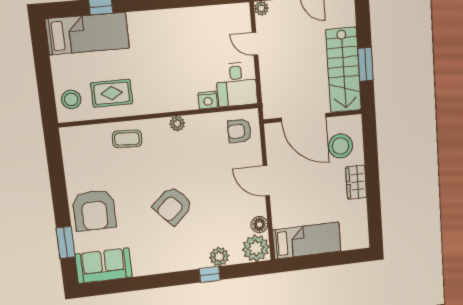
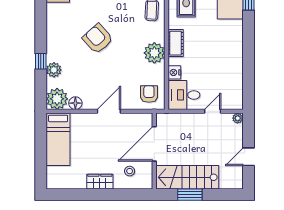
cot: (168, 102) -> (176, 43), added
plant: (177, 124) -> (154, 53), width x1.87, depth x1.87
stool: (341, 146) -> (130, 171), width x0.53, depth x0.53

